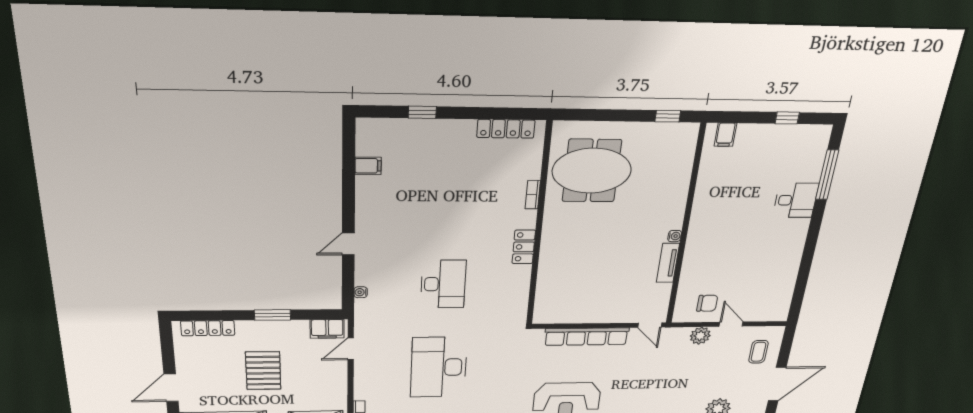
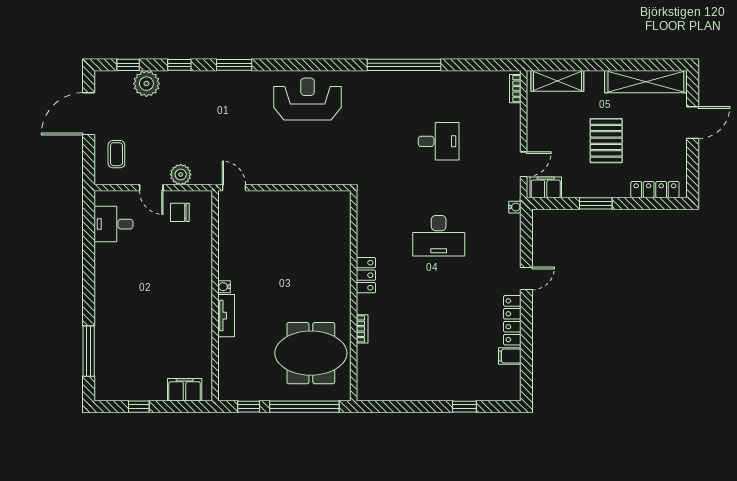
window: (606, 115) -> (304, 407), added
locker: (506, 129) -> (512, 320), moved, turned -90
filing cabinet: (725, 135) -> (185, 390), width x2.00
desk: (796, 200) -> (114, 224), moved
tv unit: (668, 263) -> (226, 316), moved
desk: (443, 284) -> (439, 236), turned -90
water cooler: (361, 292) -> (515, 207), moved
row of seats: (587, 337) -> (296, 175), removed
desk: (439, 367) -> (439, 141), width x0.53, depth x0.77

